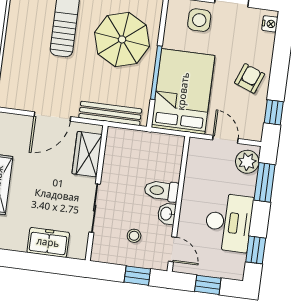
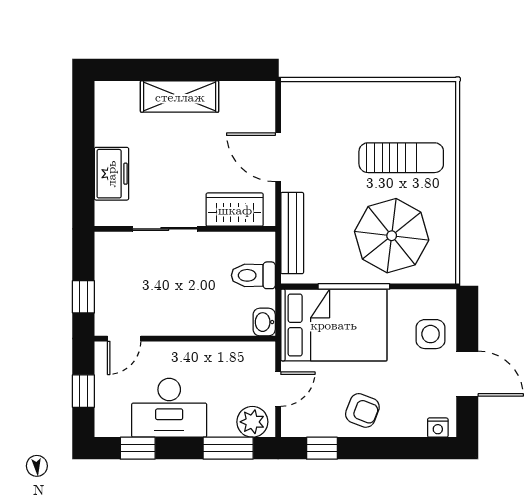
toilet: (161, 191) -> (253, 275), moved, turned -90
washbasin: (167, 214) -> (264, 322), moved, turned -90
stool: (134, 236) -> (135, 286), removed

